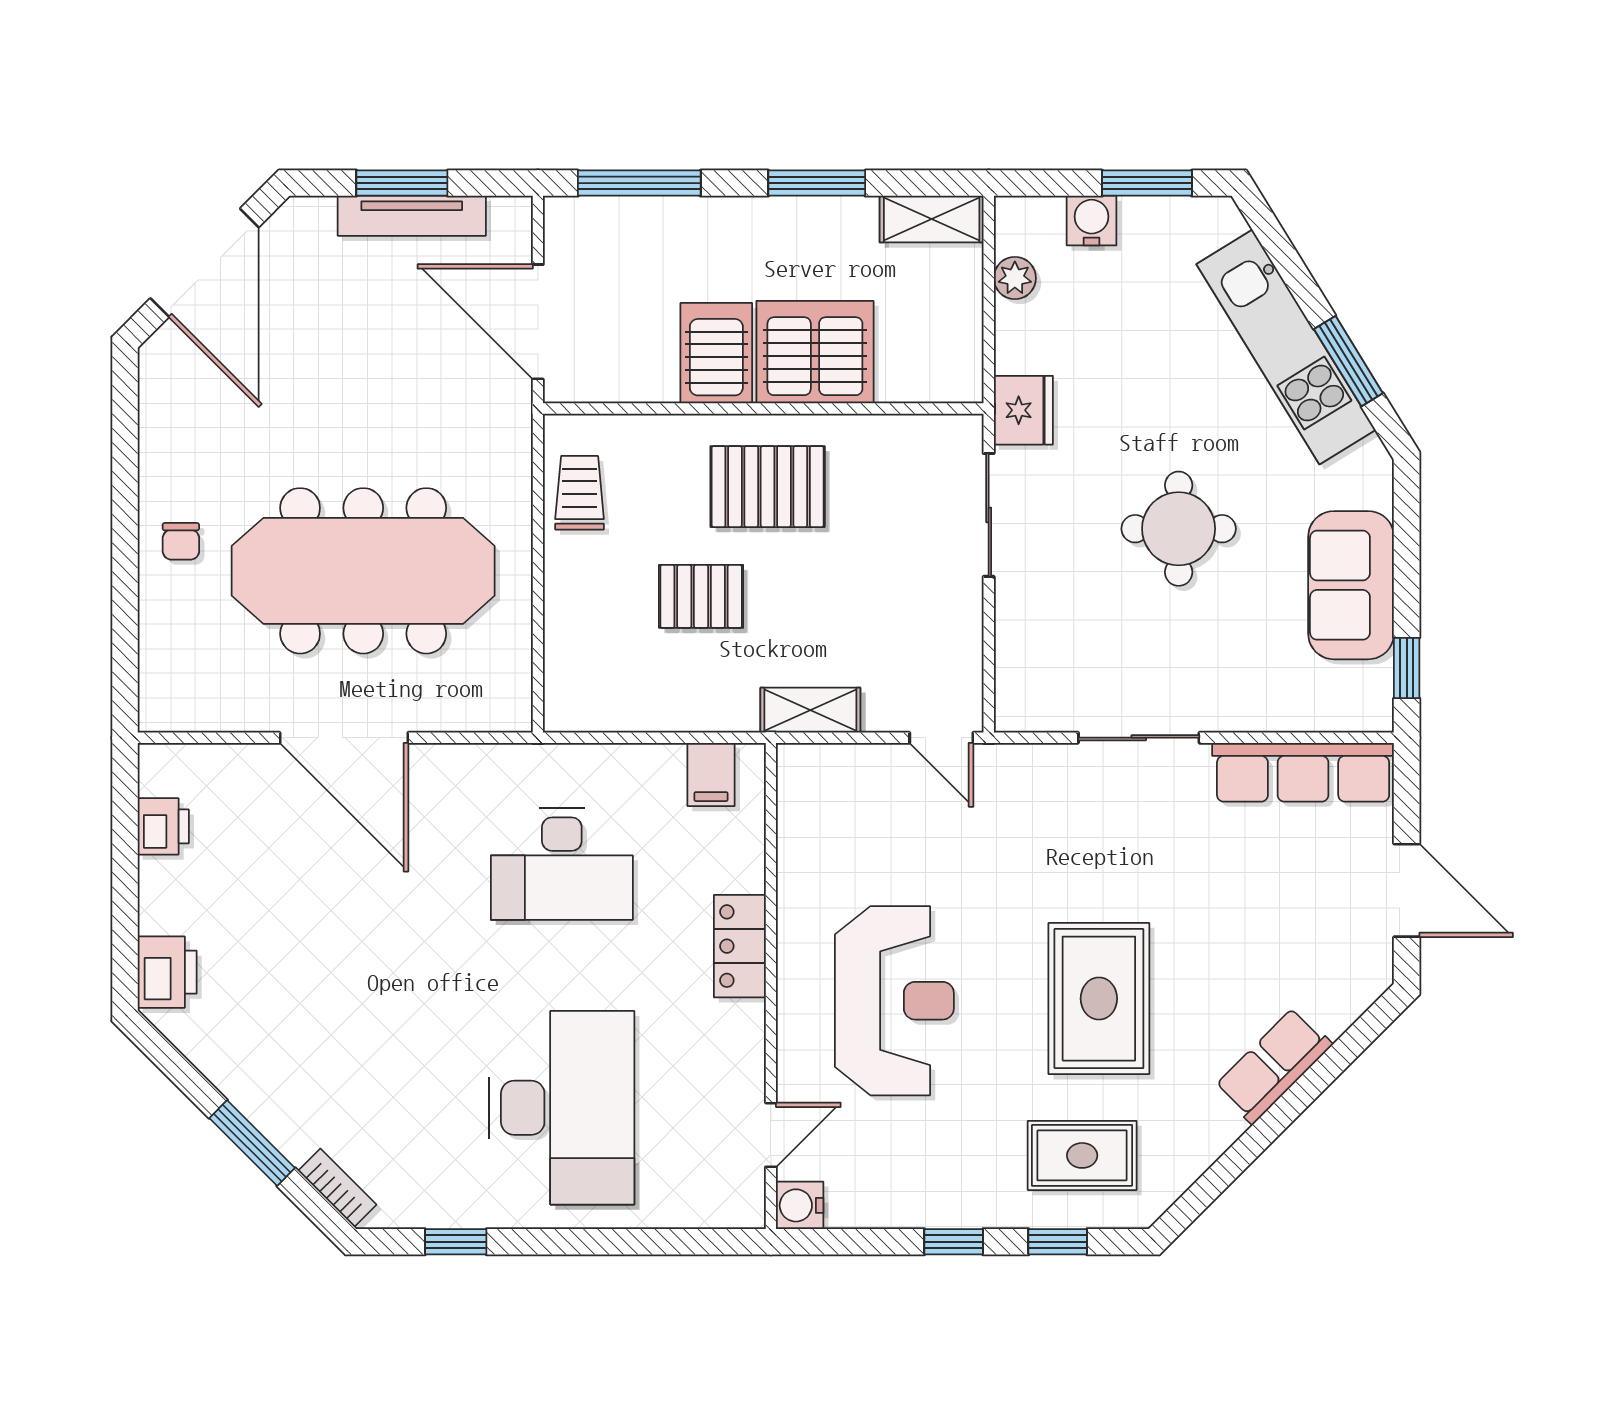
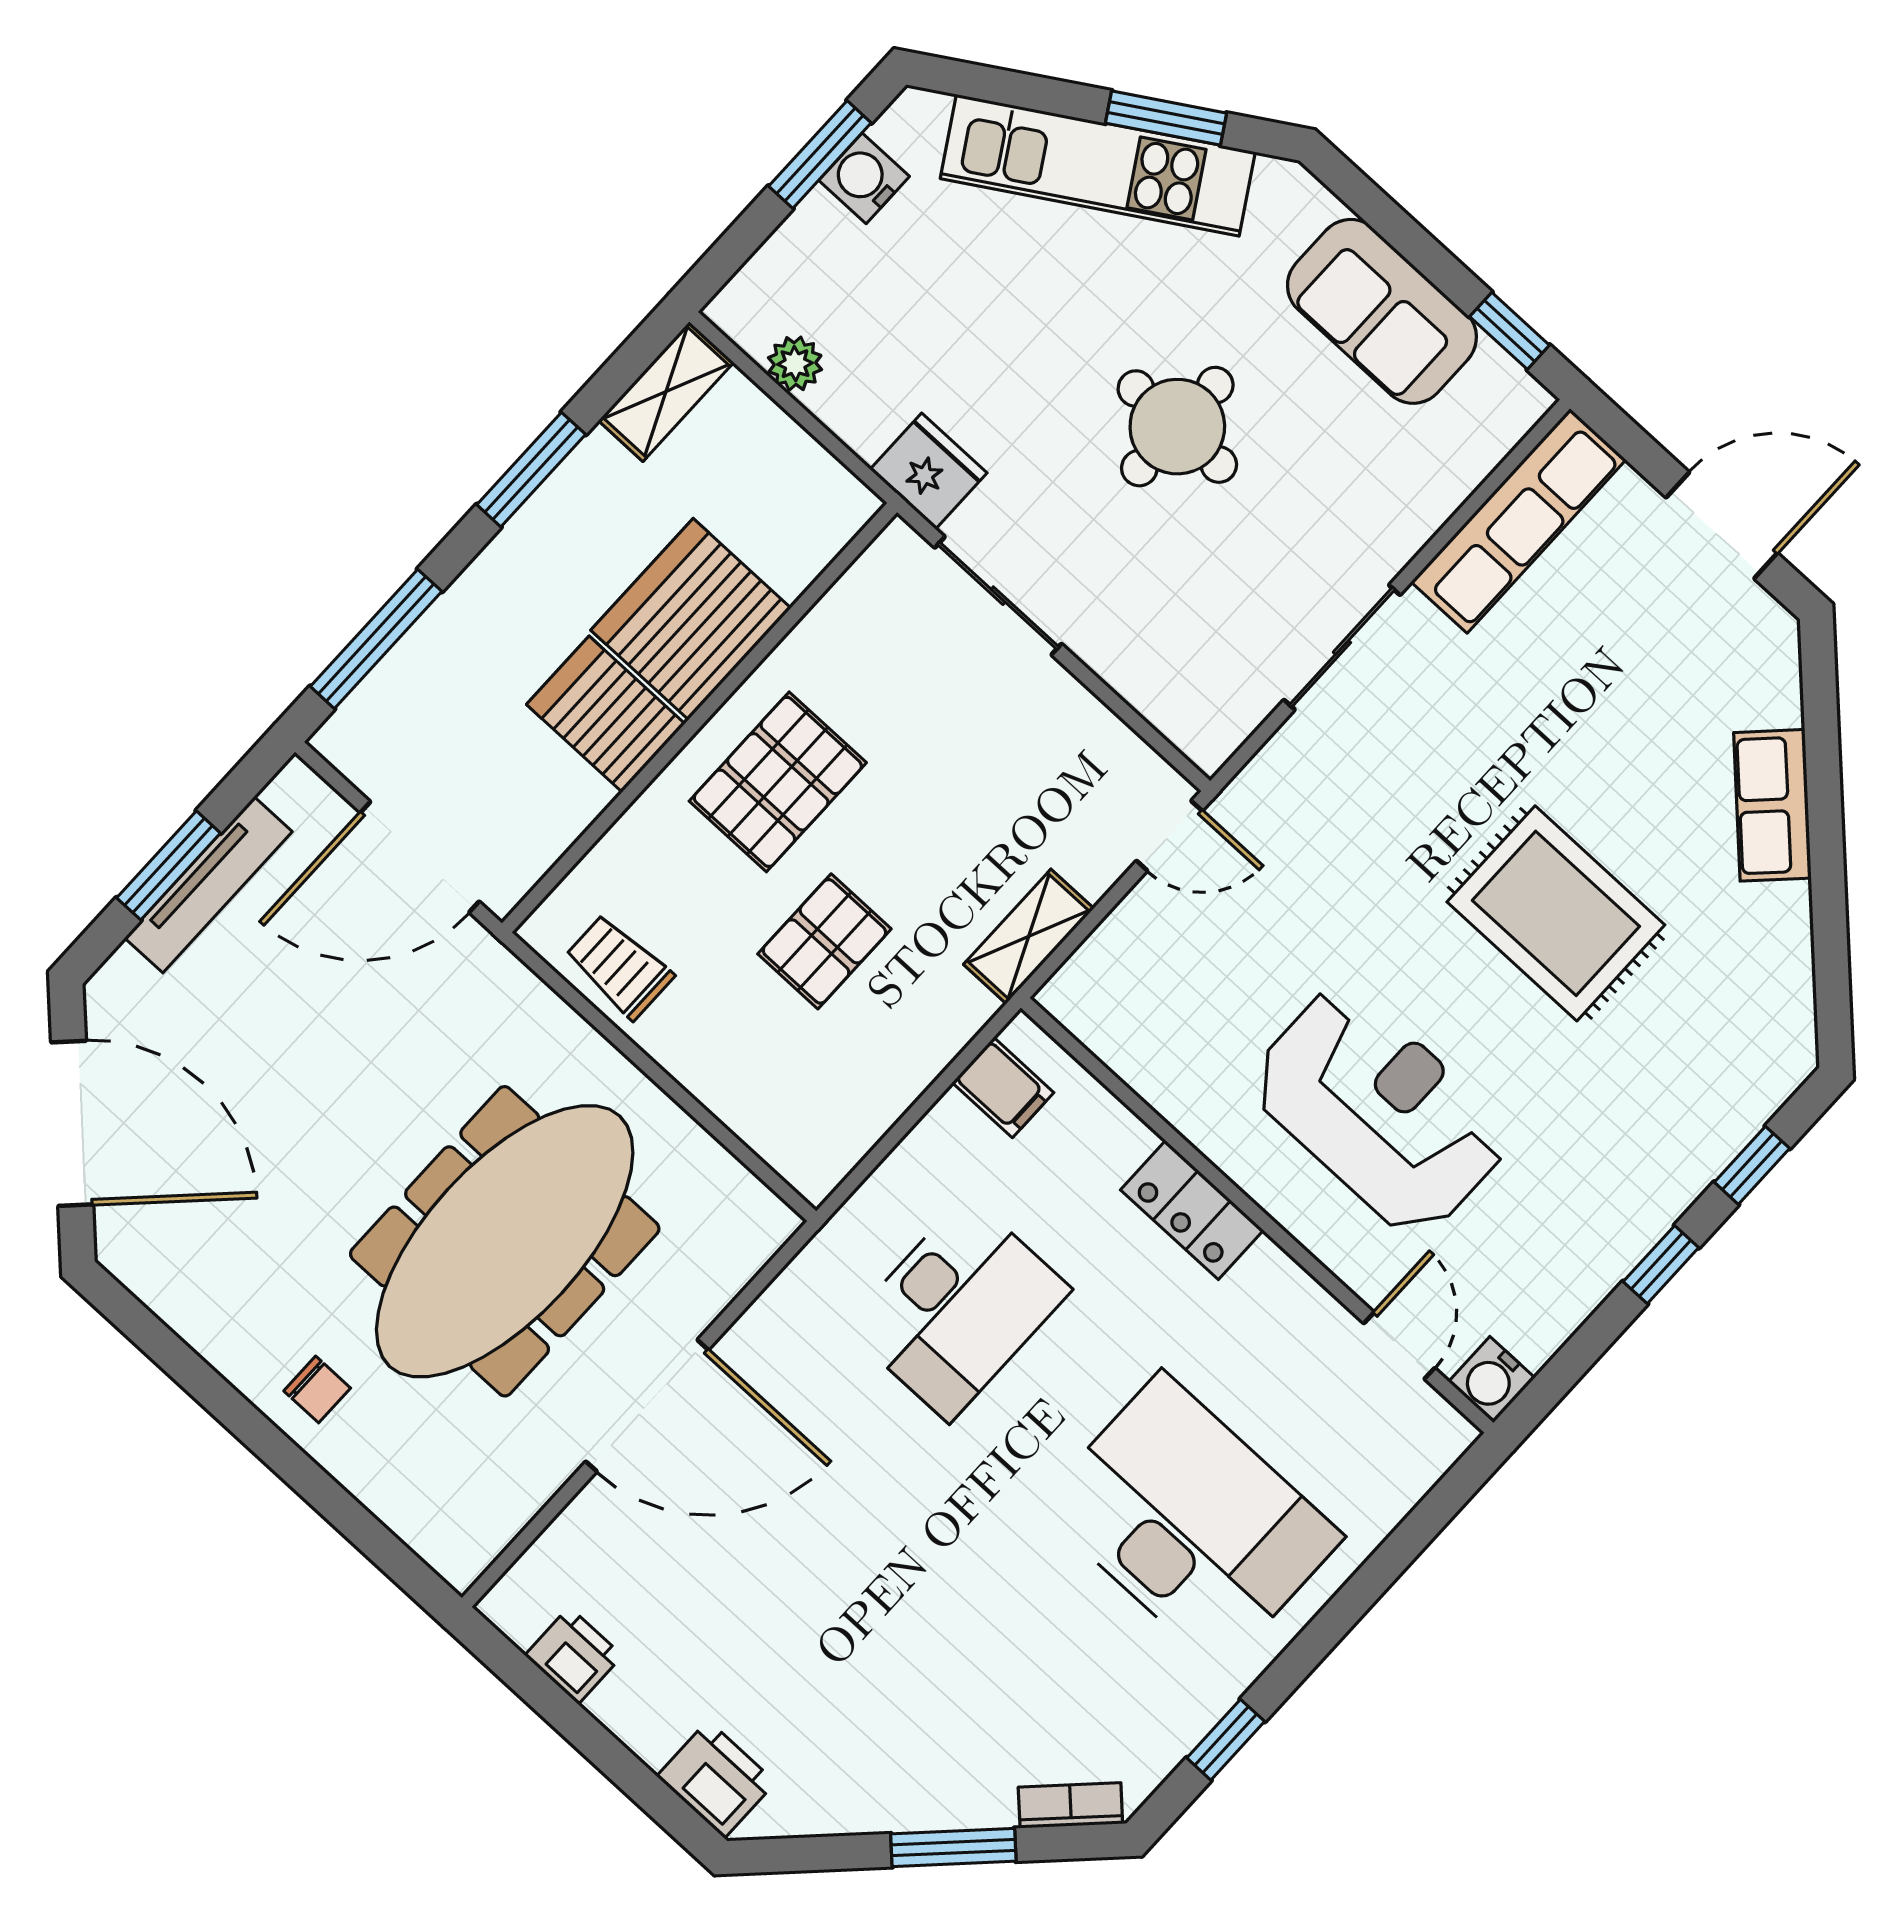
water cooler: (1092, 221) -> (864, 178), moved
rug: (1082, 1155) -> (1691, 1067), removed

